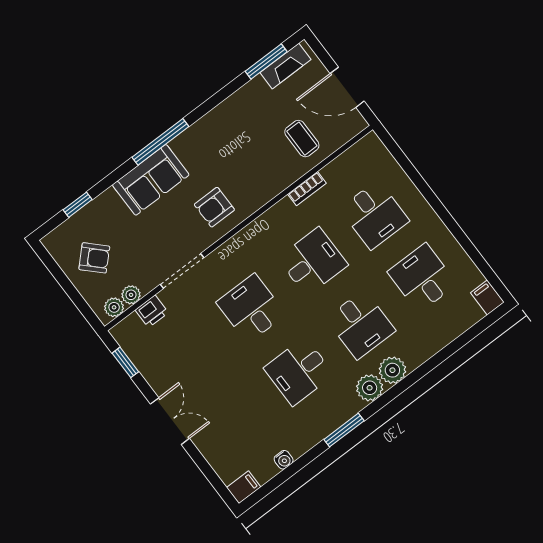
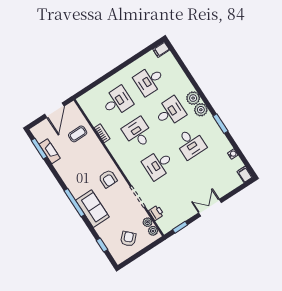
fireplace: (285, 66) -> (50, 151), moved

